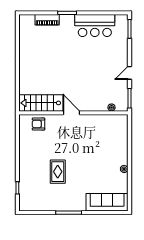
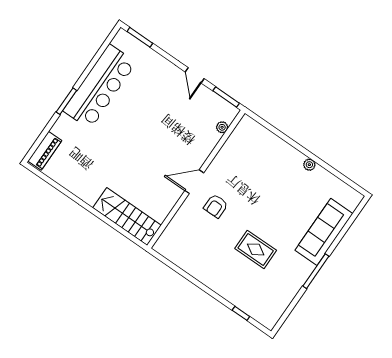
piano: (47, 20) -> (45, 151), moved
bar counter: (95, 26) -> (100, 87), width x1.36
stairs: (41, 103) -> (127, 217), moved, turned 90
armchair: (38, 124) -> (216, 206), moved
sofa: (107, 202) -> (324, 232), moved

